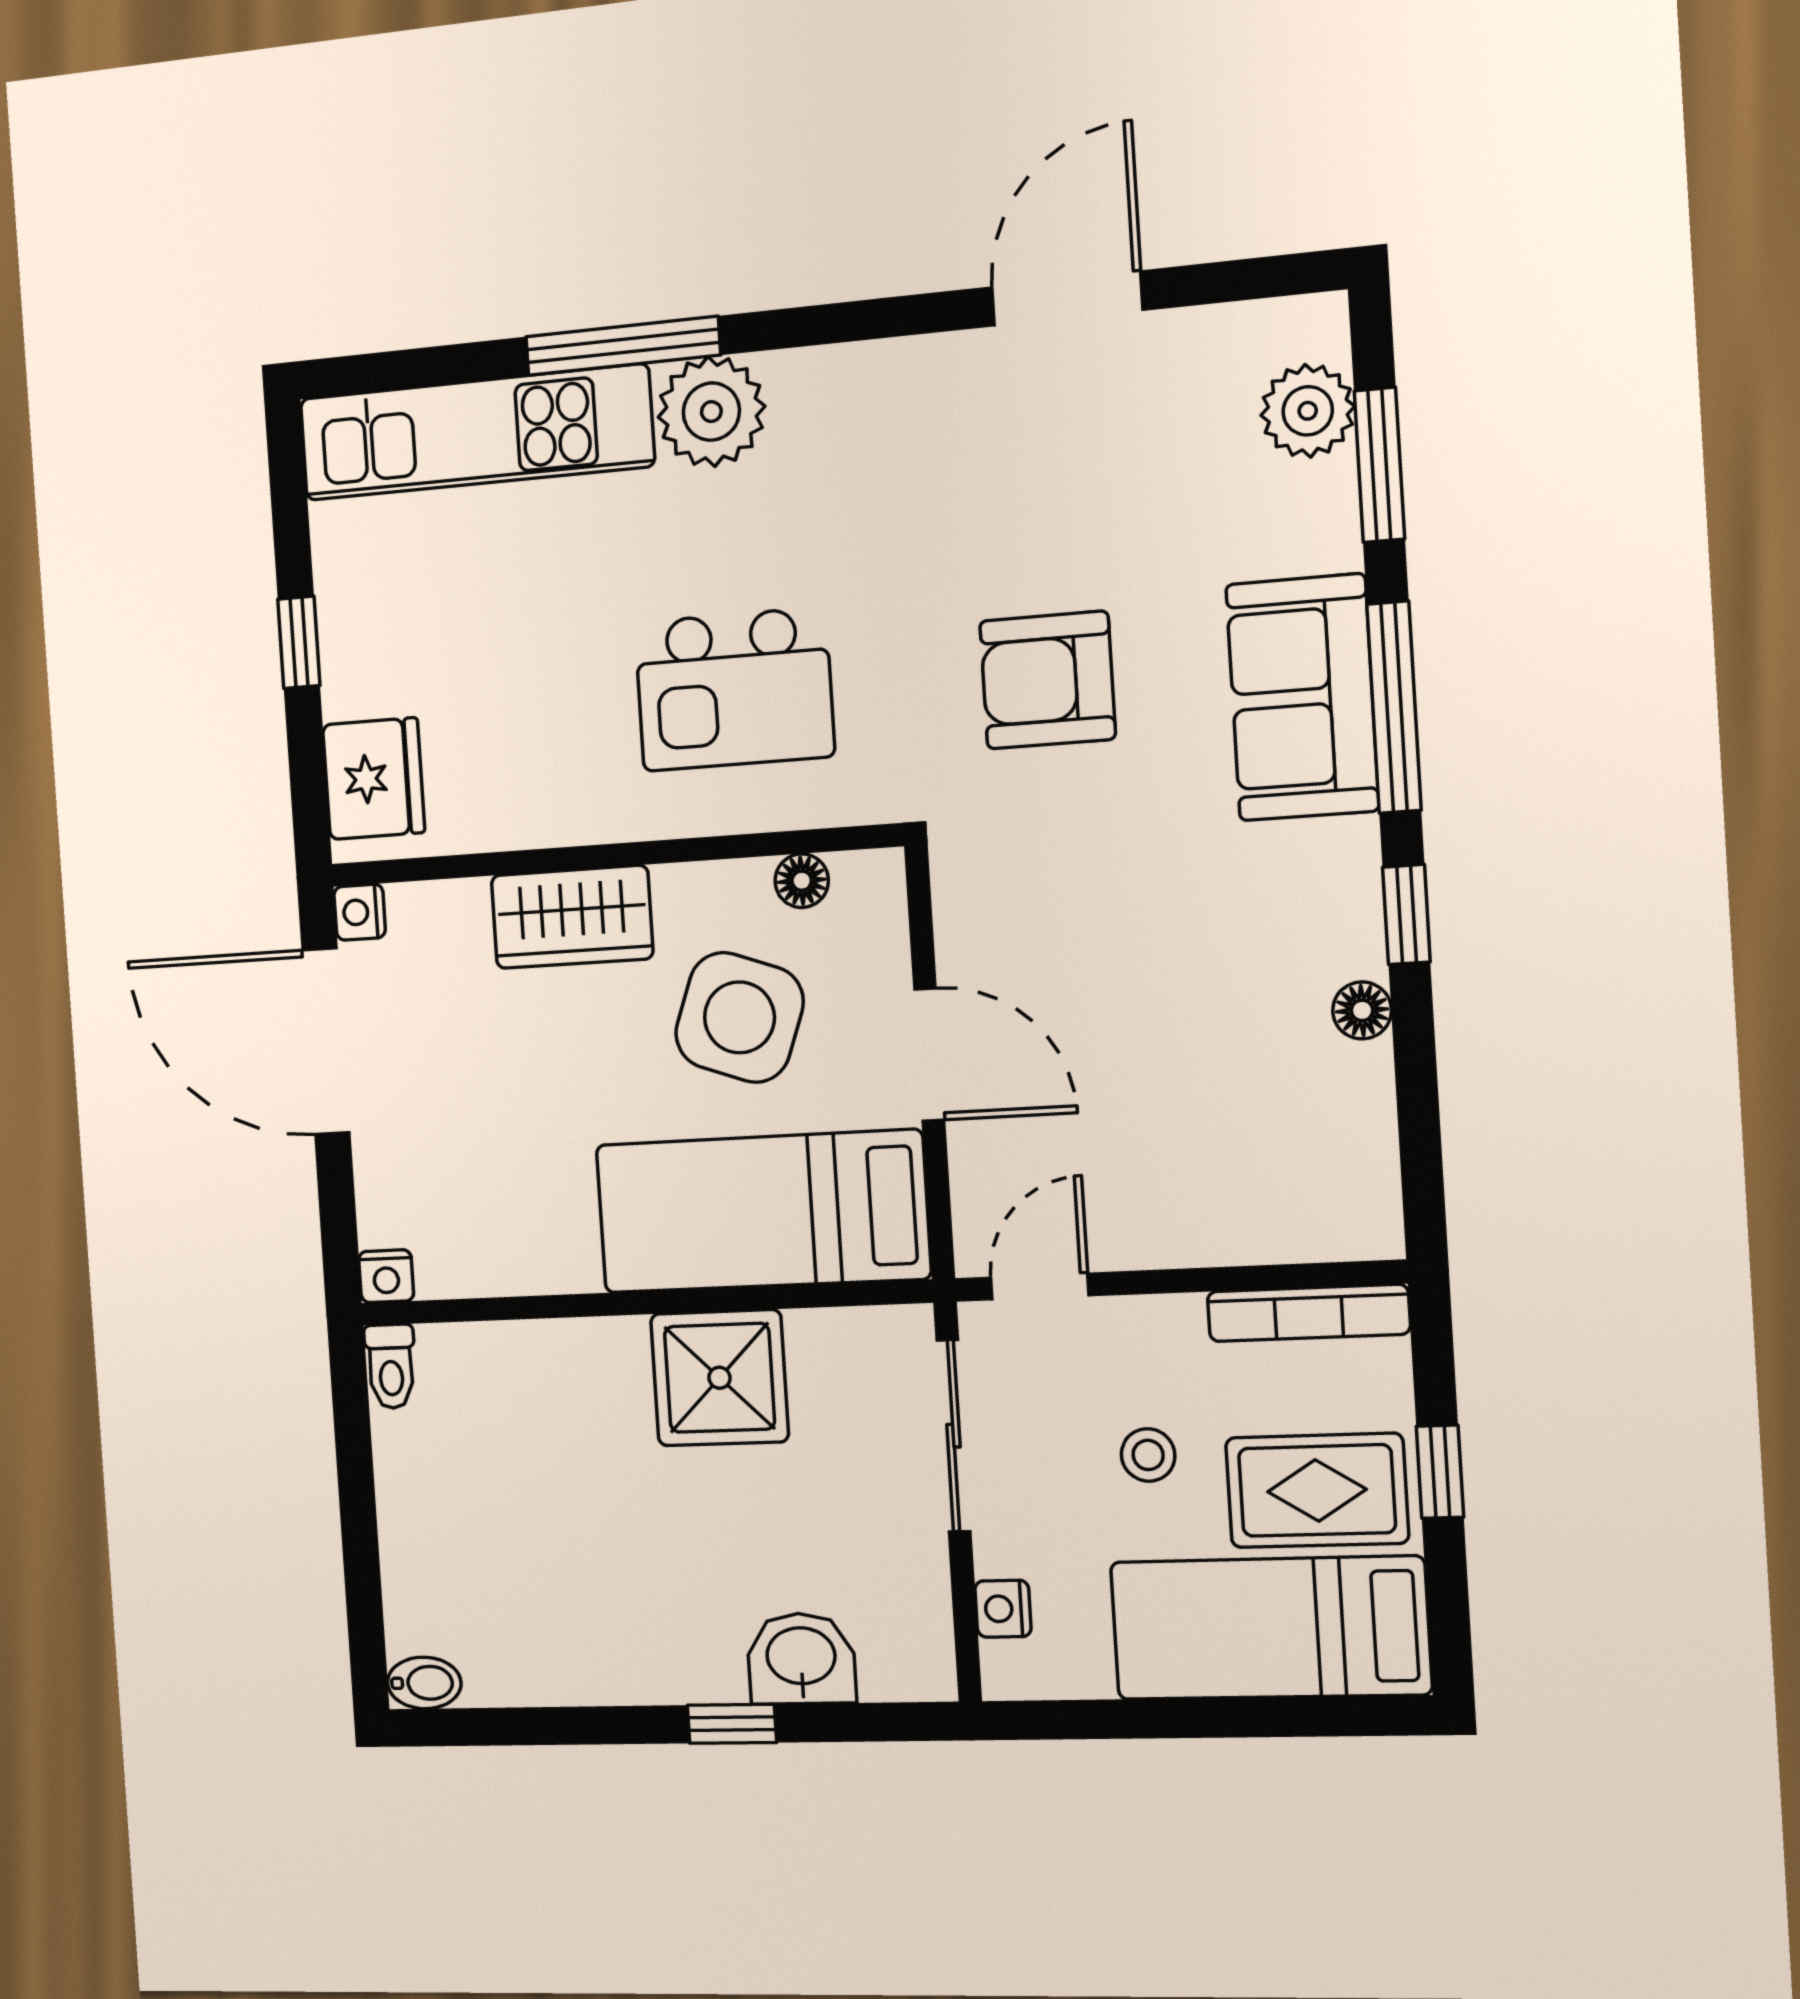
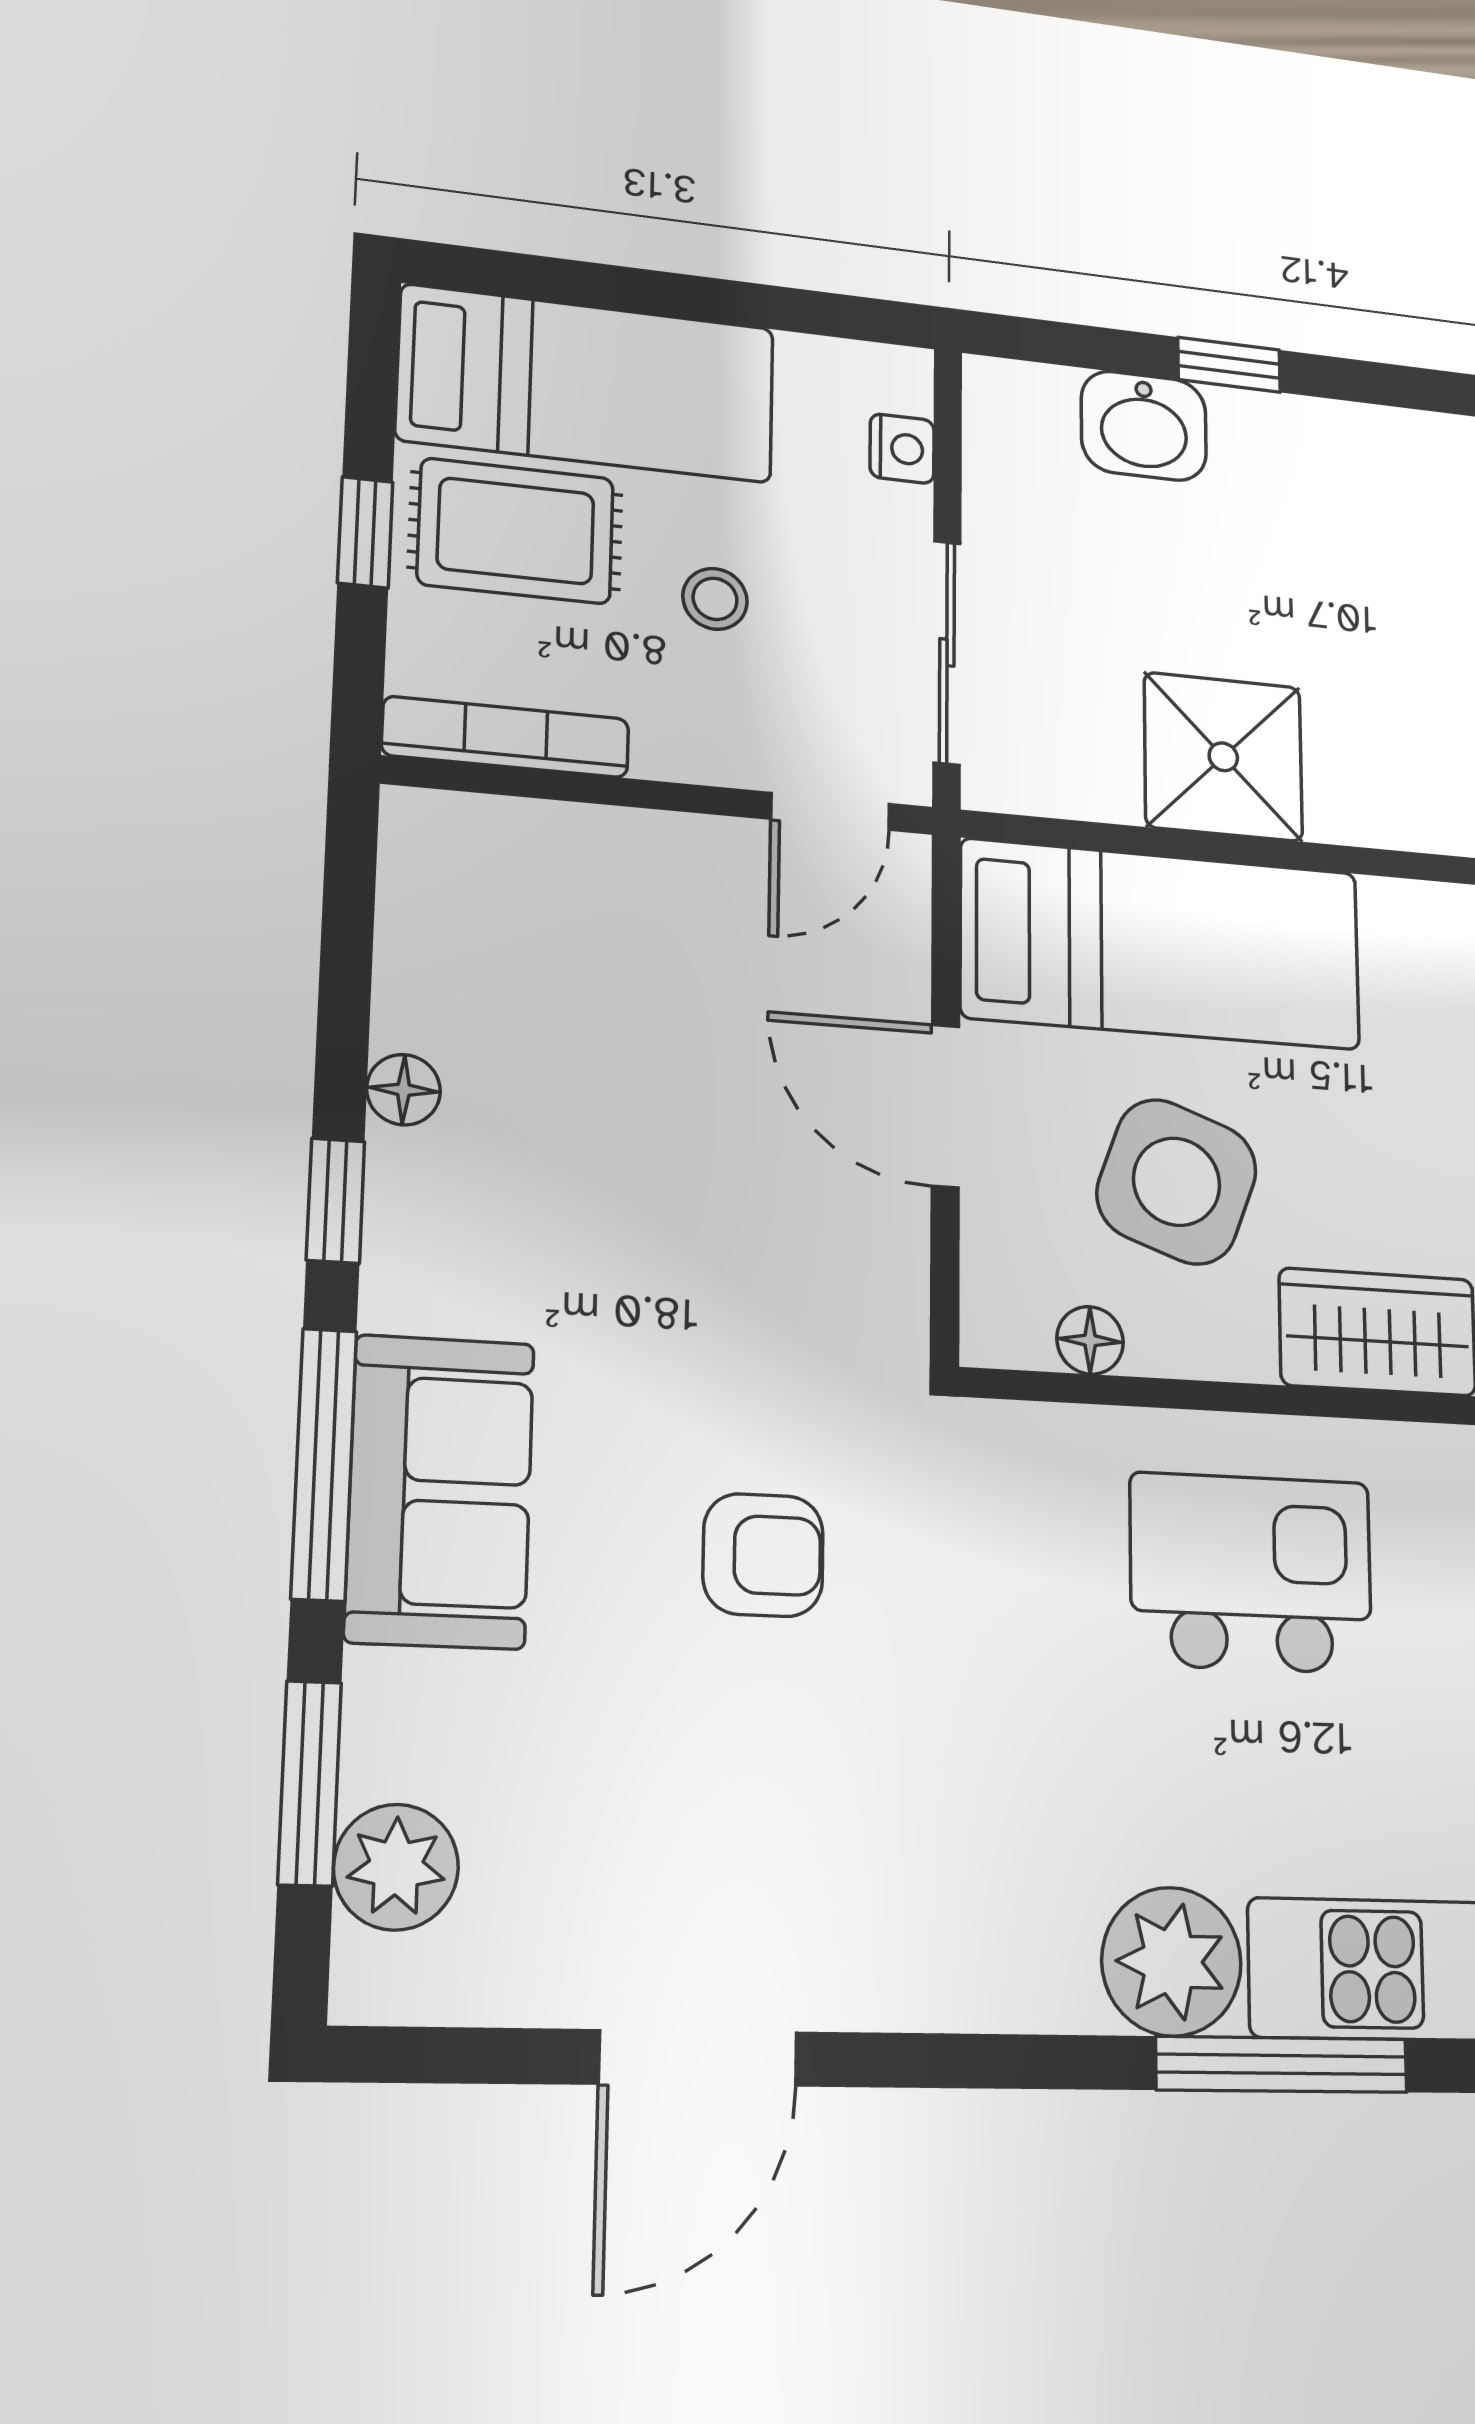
armchair: (1048, 680) -> (763, 1555), width x0.72, depth x0.72
kitchen island: (734, 689) -> (1251, 1573), moved

